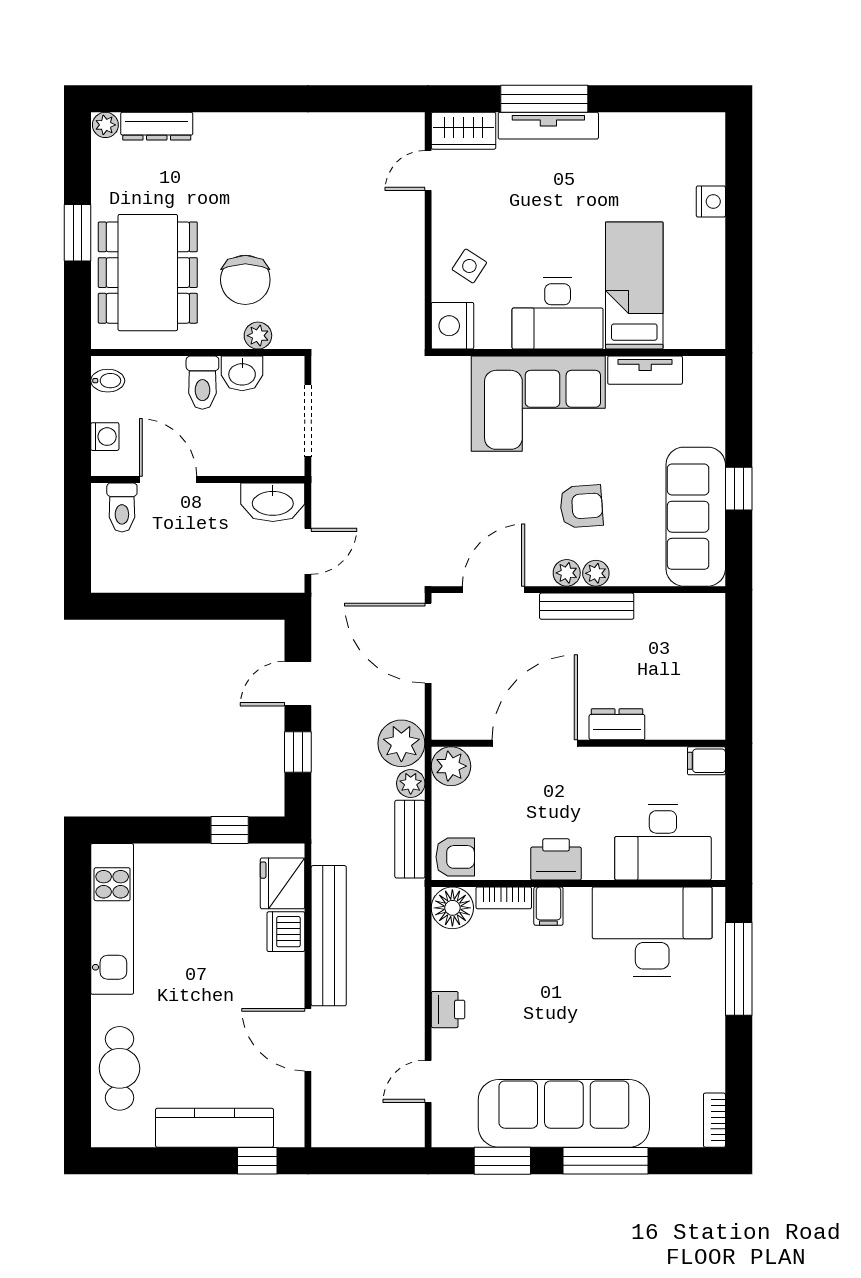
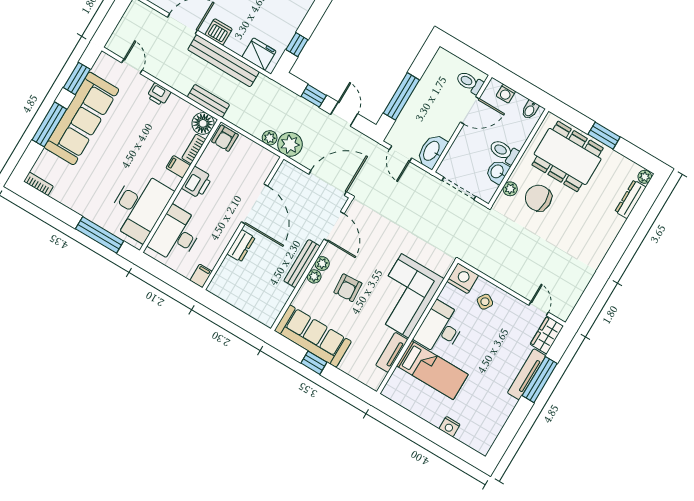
window: (212, 606) -> (401, 96), added
plant: (451, 766) -> (267, 160), removed
bench: (410, 839) -> (208, 101), moved
dishwasher: (286, 932) -> (219, 32), moved

